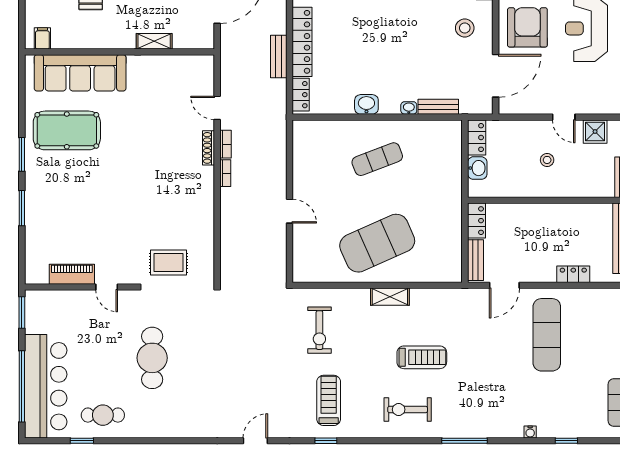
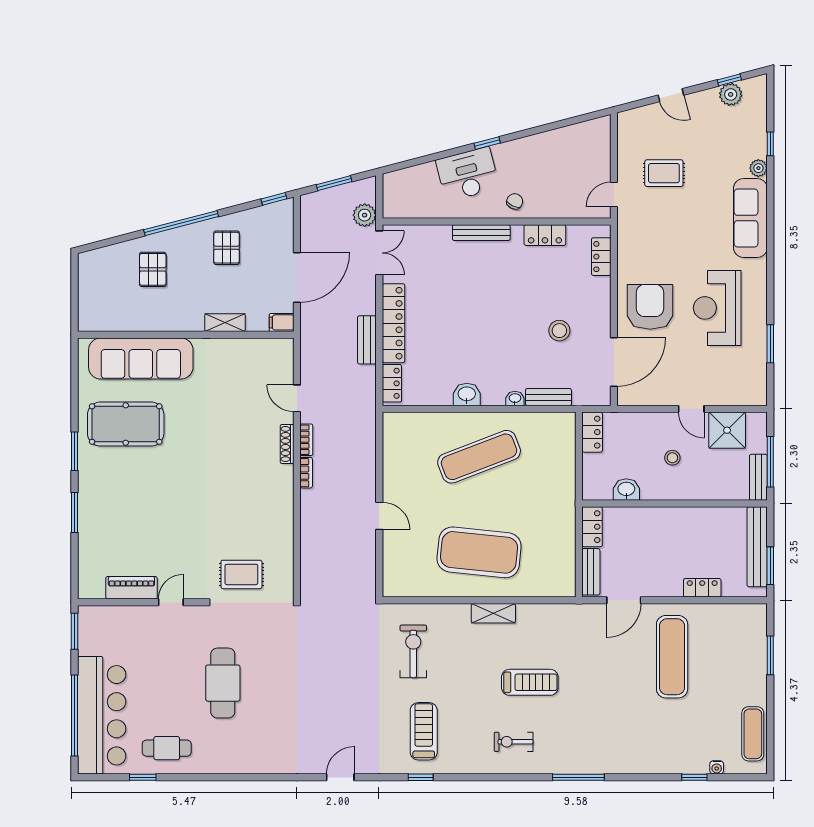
stool: (465, 28) -> (559, 331), moved
filing cabinet: (42, 38) -> (282, 322), moved, turned -90
shower: (595, 132) -> (727, 430), width x1.36, depth x1.36
exercise mat: (377, 159) -> (479, 457), width x1.36, depth x1.45
washbasin: (477, 168) -> (626, 489), moved, turned -90
exercise mat: (377, 243) -> (479, 552), turned 30
door: (107, 287) -> (171, 602), swing flipped
exercise bike: (319, 330) -> (413, 651), turned 180
exercise bike: (408, 410) -> (514, 742), width x0.73, depth x0.72
water cooler: (530, 432) -> (717, 767), moved

